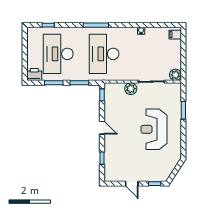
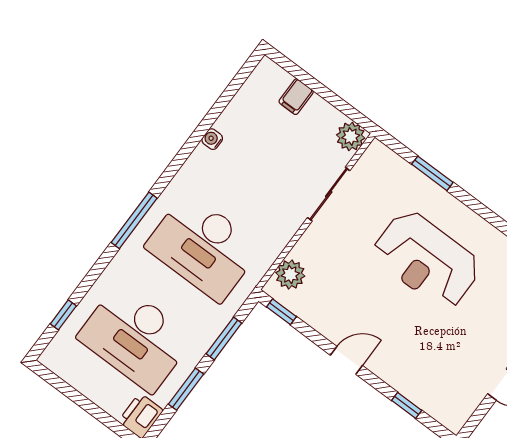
filing cabinet: (175, 35) -> (296, 97), moved
plant: (131, 89) -> (290, 274), moved

